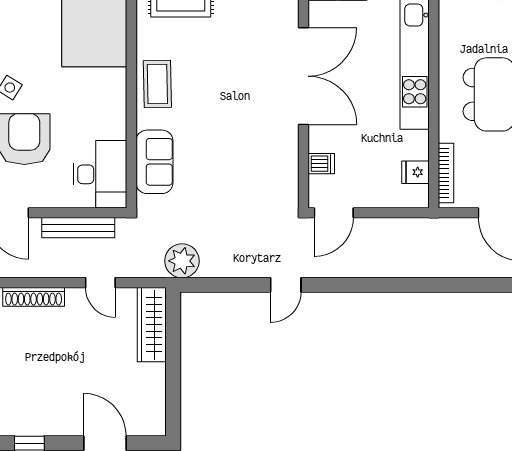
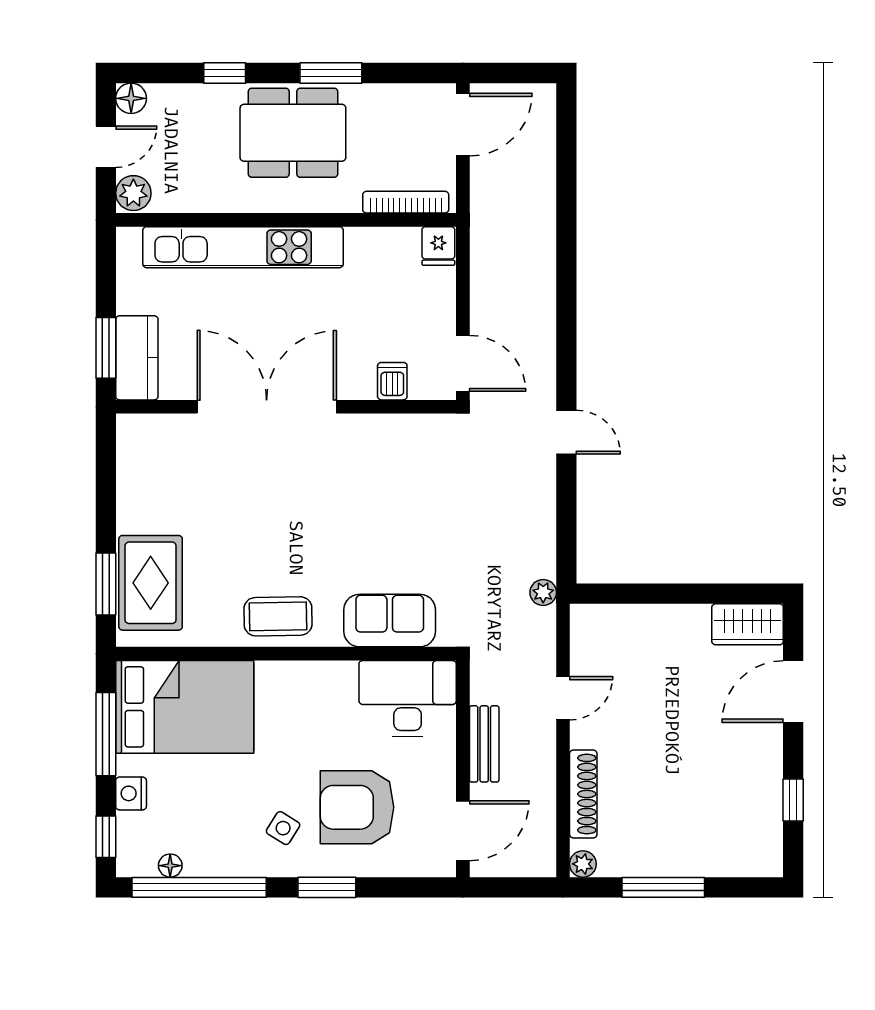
fridge: (416, 172) -> (438, 246), moved
bench: (78, 228) -> (484, 744), width x0.73
plant: (182, 261) -> (543, 593), width x0.53, depth x0.53
wardrobe: (152, 325) -> (748, 624), moved, width x0.67

